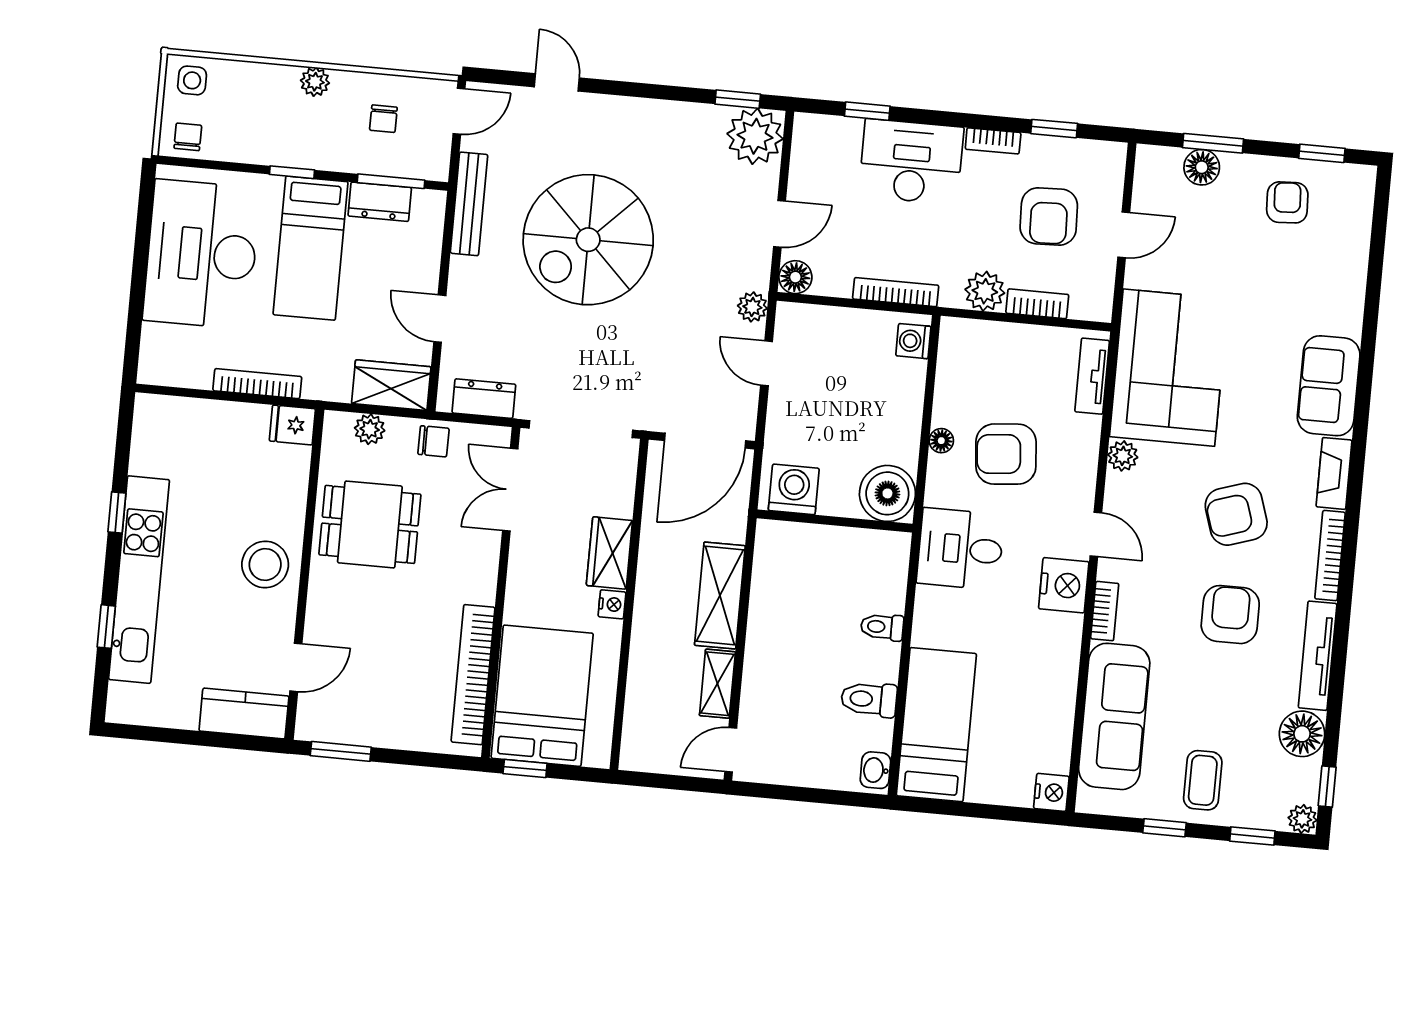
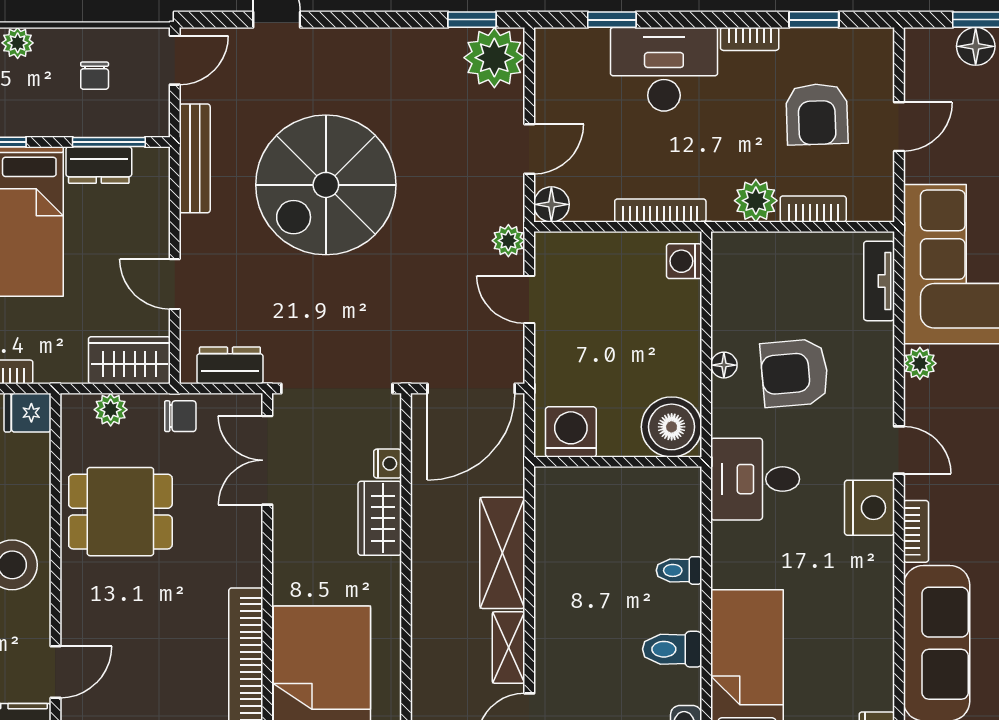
nightstand: (612, 604) -> (388, 464), moved

